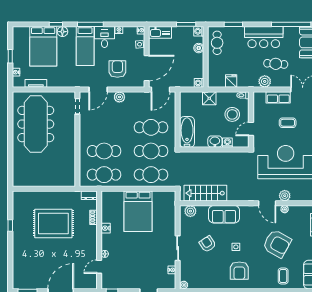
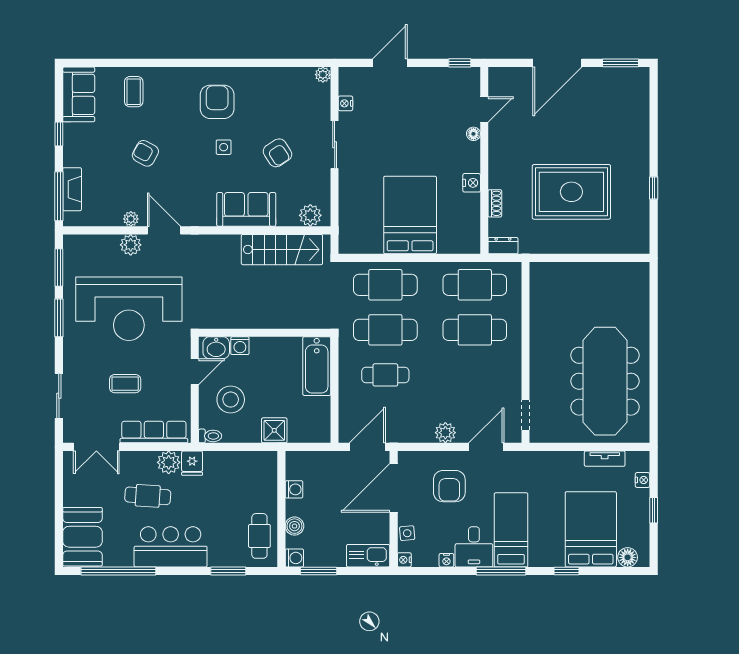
floor lamp: (62, 32) -> (628, 557), moved
fridge: (231, 81) -> (192, 463), moved
washing machine: (199, 83) -> (294, 489), moved
row of seats: (278, 97) -> (154, 432), width x1.48
cafe table: (151, 127) -> (385, 375), width x0.73, depth x0.74
washbasin: (215, 142) -> (216, 348), moved
armchair: (277, 244) -> (145, 153), width x0.53, depth x0.53

